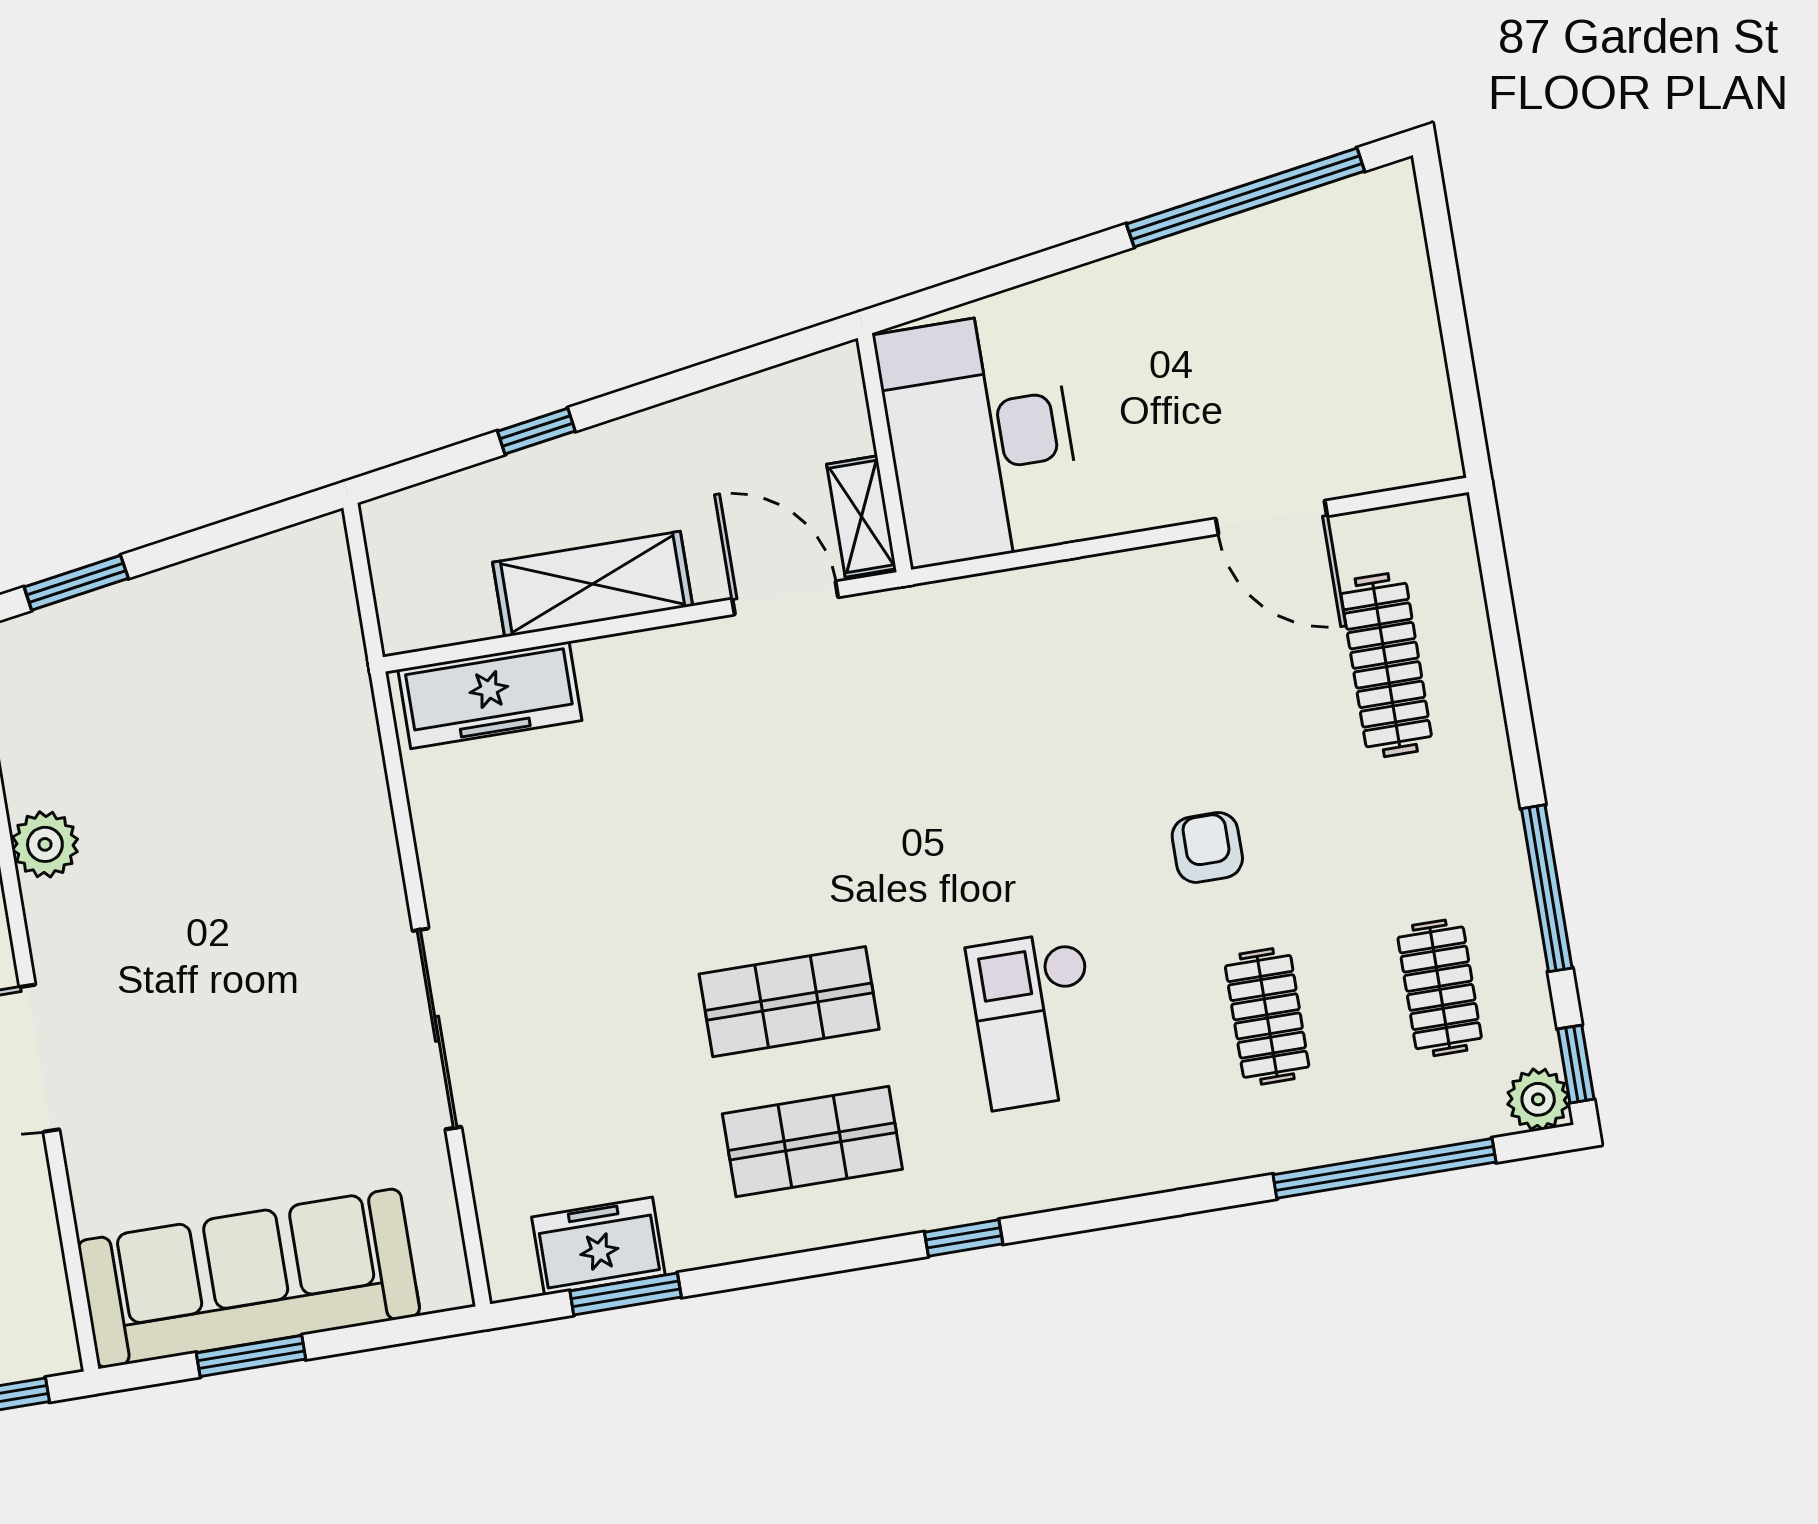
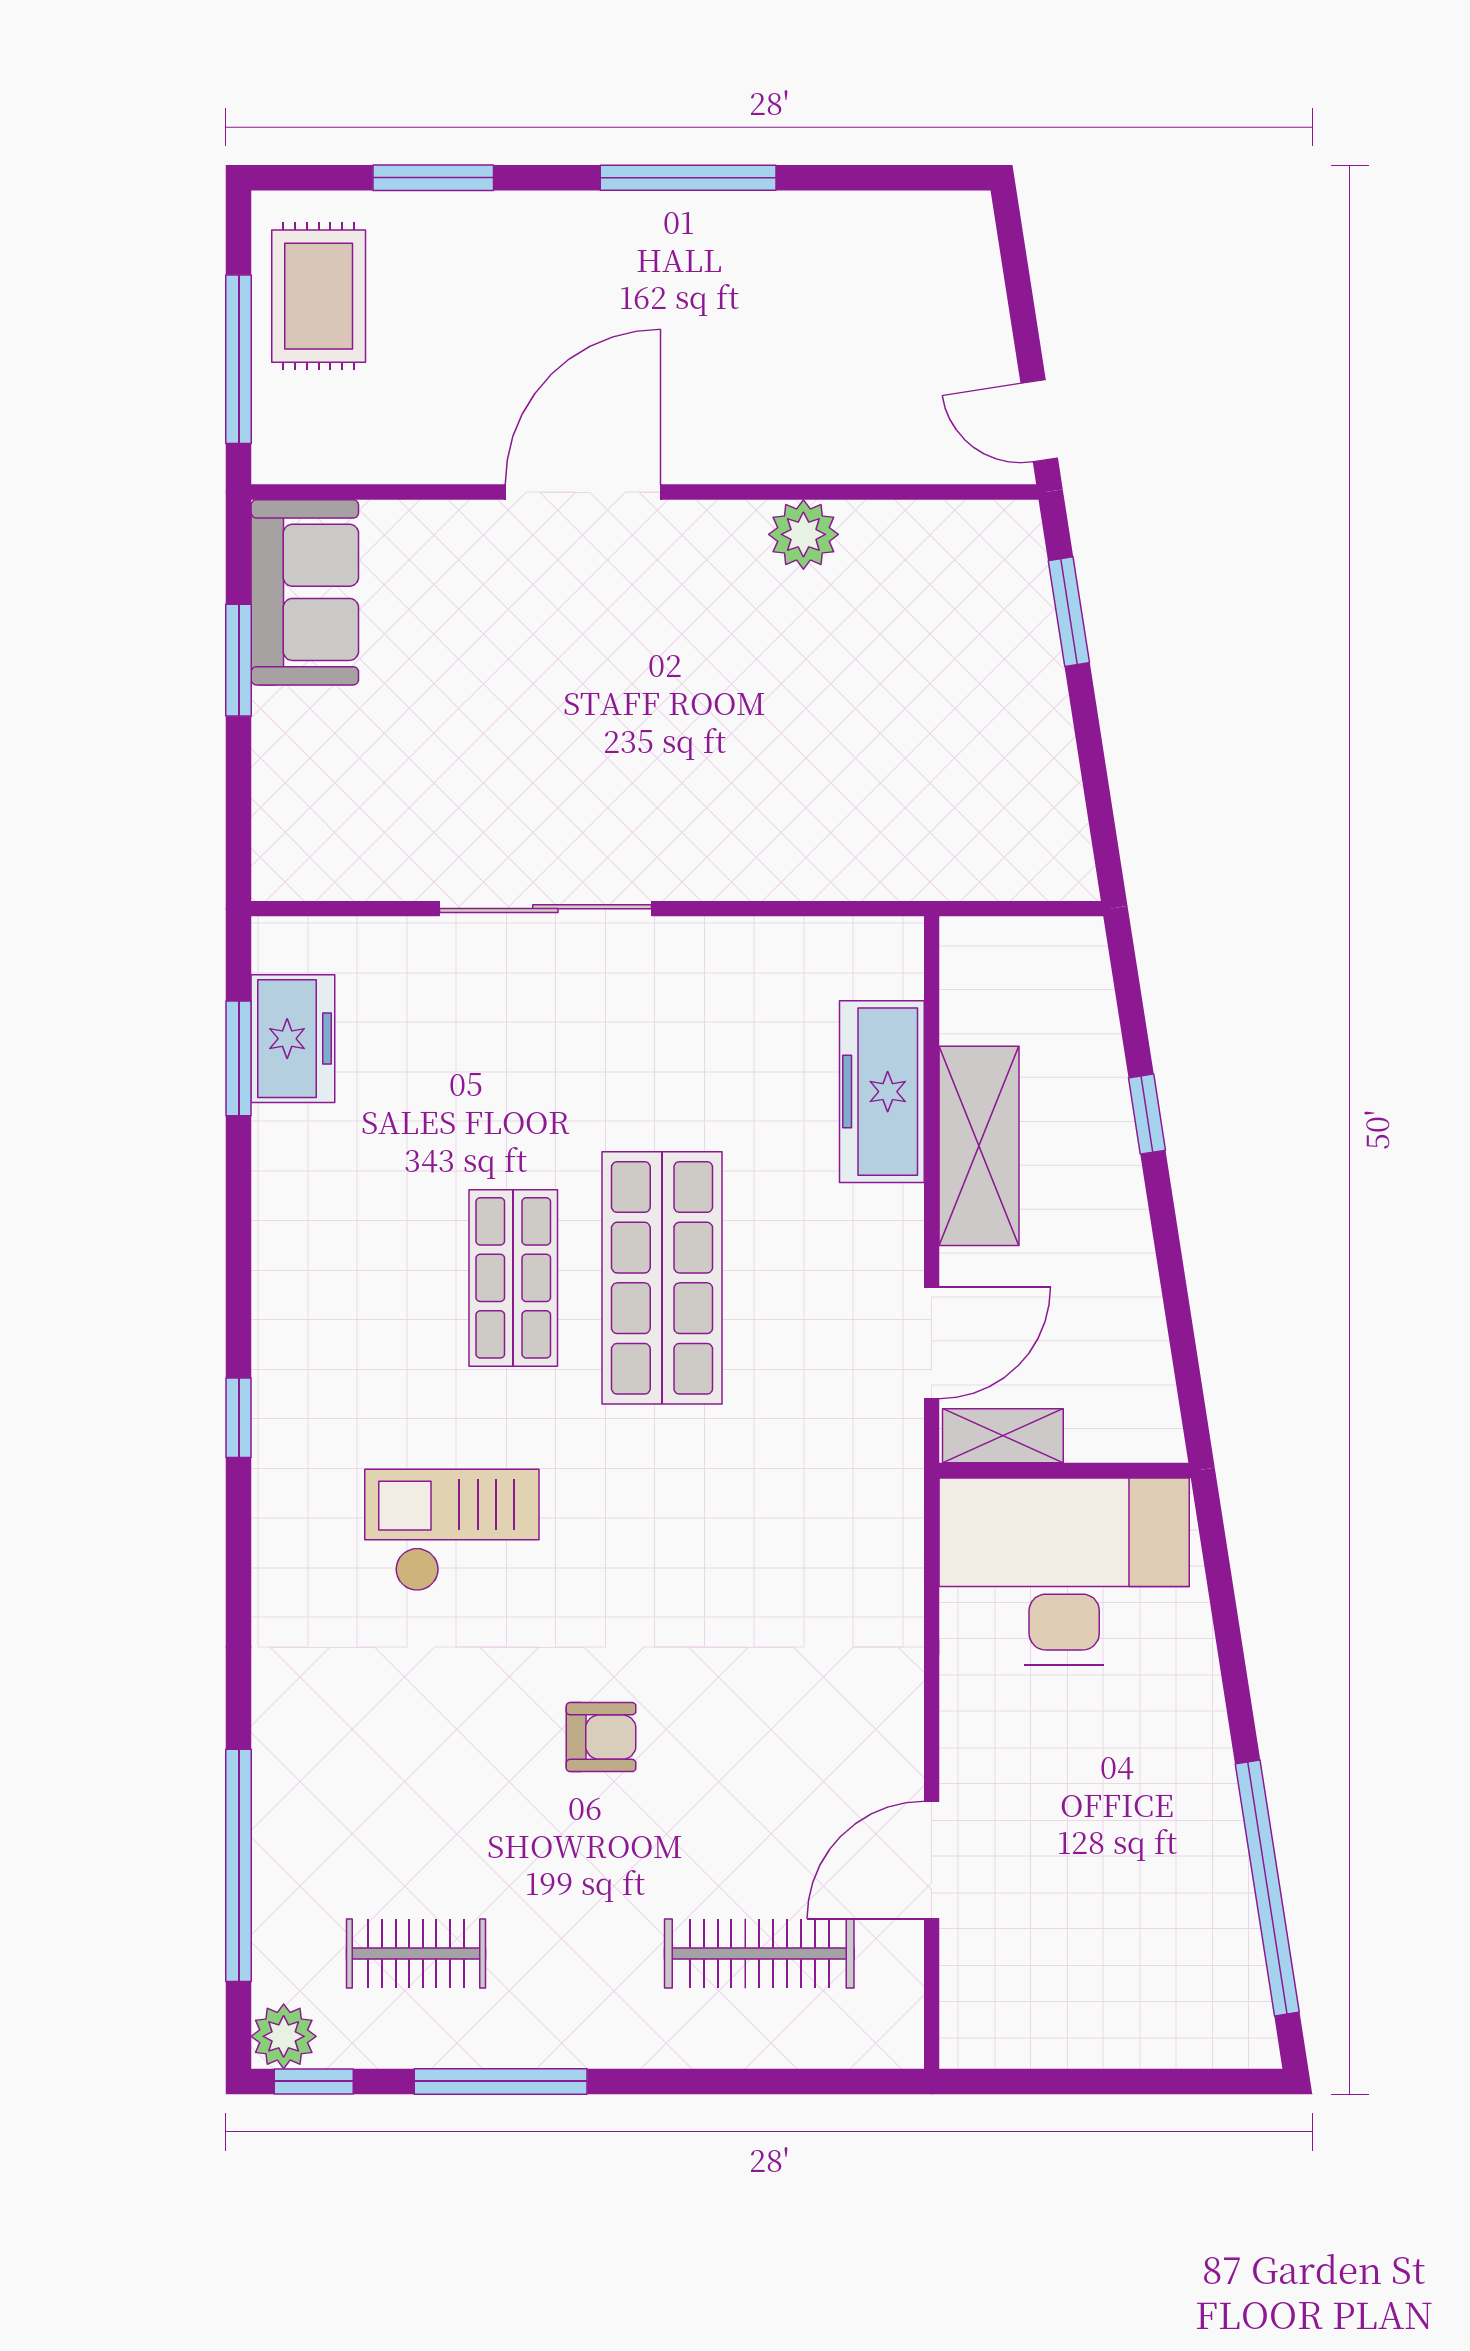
freezer: (490, 695) -> (882, 1092), moved
clothes rail: (1267, 1016) -> (416, 1770), removed
shop shelf: (812, 1141) -> (662, 1278), moved, width x1.43, depth x1.36
sofa: (249, 1278) -> (305, 592), width x0.54, depth x0.79

